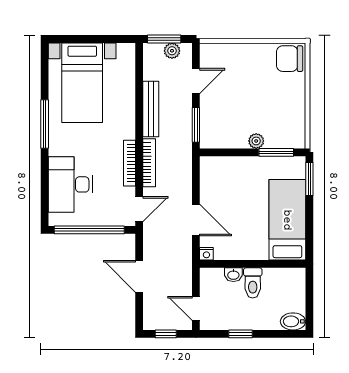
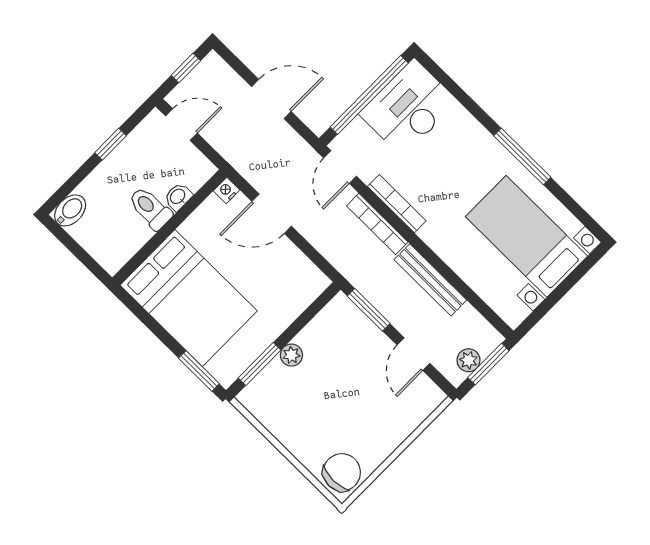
desk: (70, 184) -> (408, 108), moved, turned -90
bed: (287, 220) -> (189, 298), width x1.50

